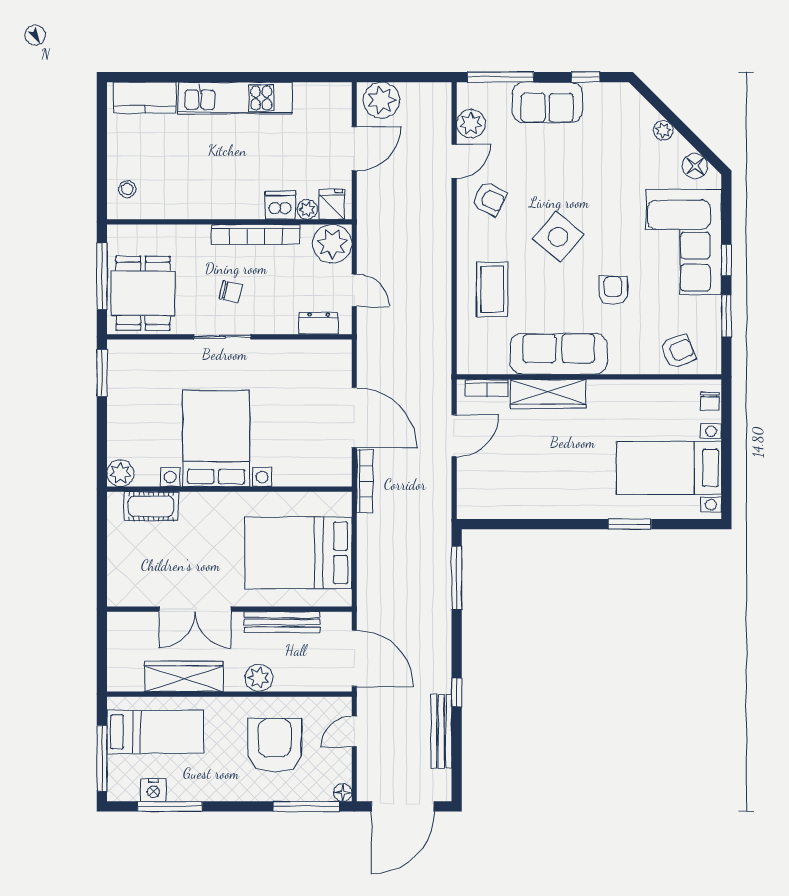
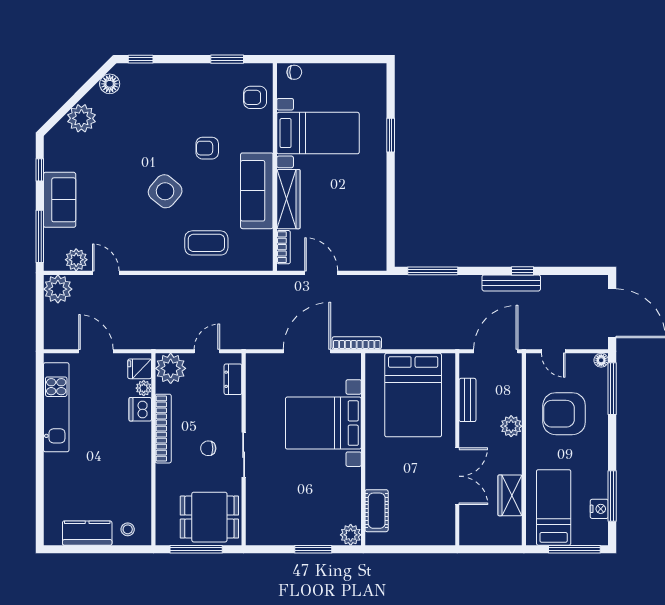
kitchen counter: (145, 98) -> (87, 533), moved, turned -90
kitchen unit: (235, 98) -> (56, 407), moved
plant: (381, 100) -> (58, 289), moved
plant: (663, 130) -> (81, 118), width x1.88, depth x1.88
armchair: (489, 199) -> (135, 245), removed
corner sofa: (684, 242) -> (169, 93), removed
window: (726, 260) -> (141, 59), moved
chair: (231, 292) -> (208, 448), turned -103
armchair: (678, 351) -> (255, 97), turned -68
window: (102, 373) -> (313, 549), moved
bed with nightstands: (216, 438) -> (323, 423), moved
bed with nightstands: (669, 468) -> (318, 133), moved, turned -90
bench: (282, 622) -> (468, 400), width x0.73
wardrobe: (184, 676) -> (510, 495), width x0.67
bench: (441, 731) -> (511, 283), moved

